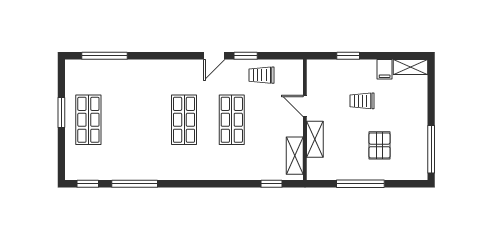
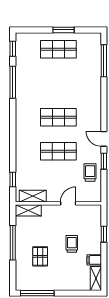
shelving: (315, 139) -> (28, 210), moved
pallet: (380, 145) -> (40, 256), turned 90

